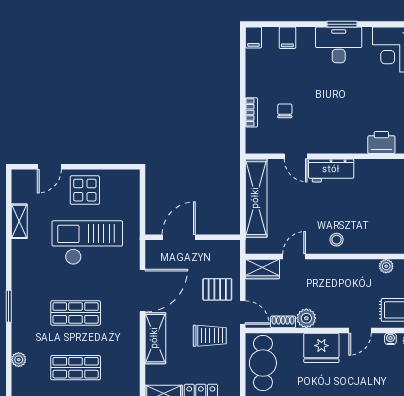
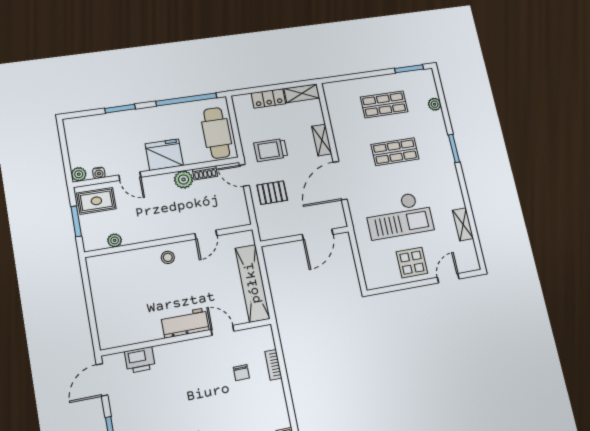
wardrobe: (262, 269) -> (234, 218), removed
door: (360, 330) -> (130, 176), swing flipped
shelving: (155, 338) -> (322, 140), width x0.67, depth x0.75

